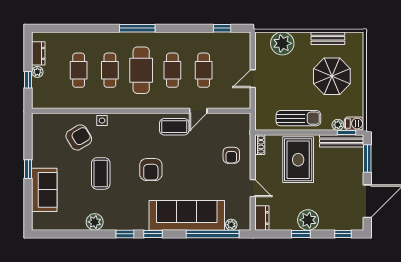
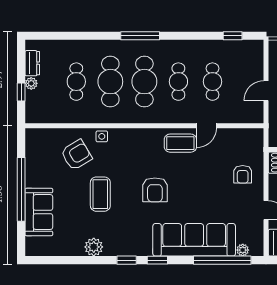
cafe table: (110, 70) -> (110, 82), width x1.37, depth x1.35
window: (28, 169) -> (21, 189), width x3.17

